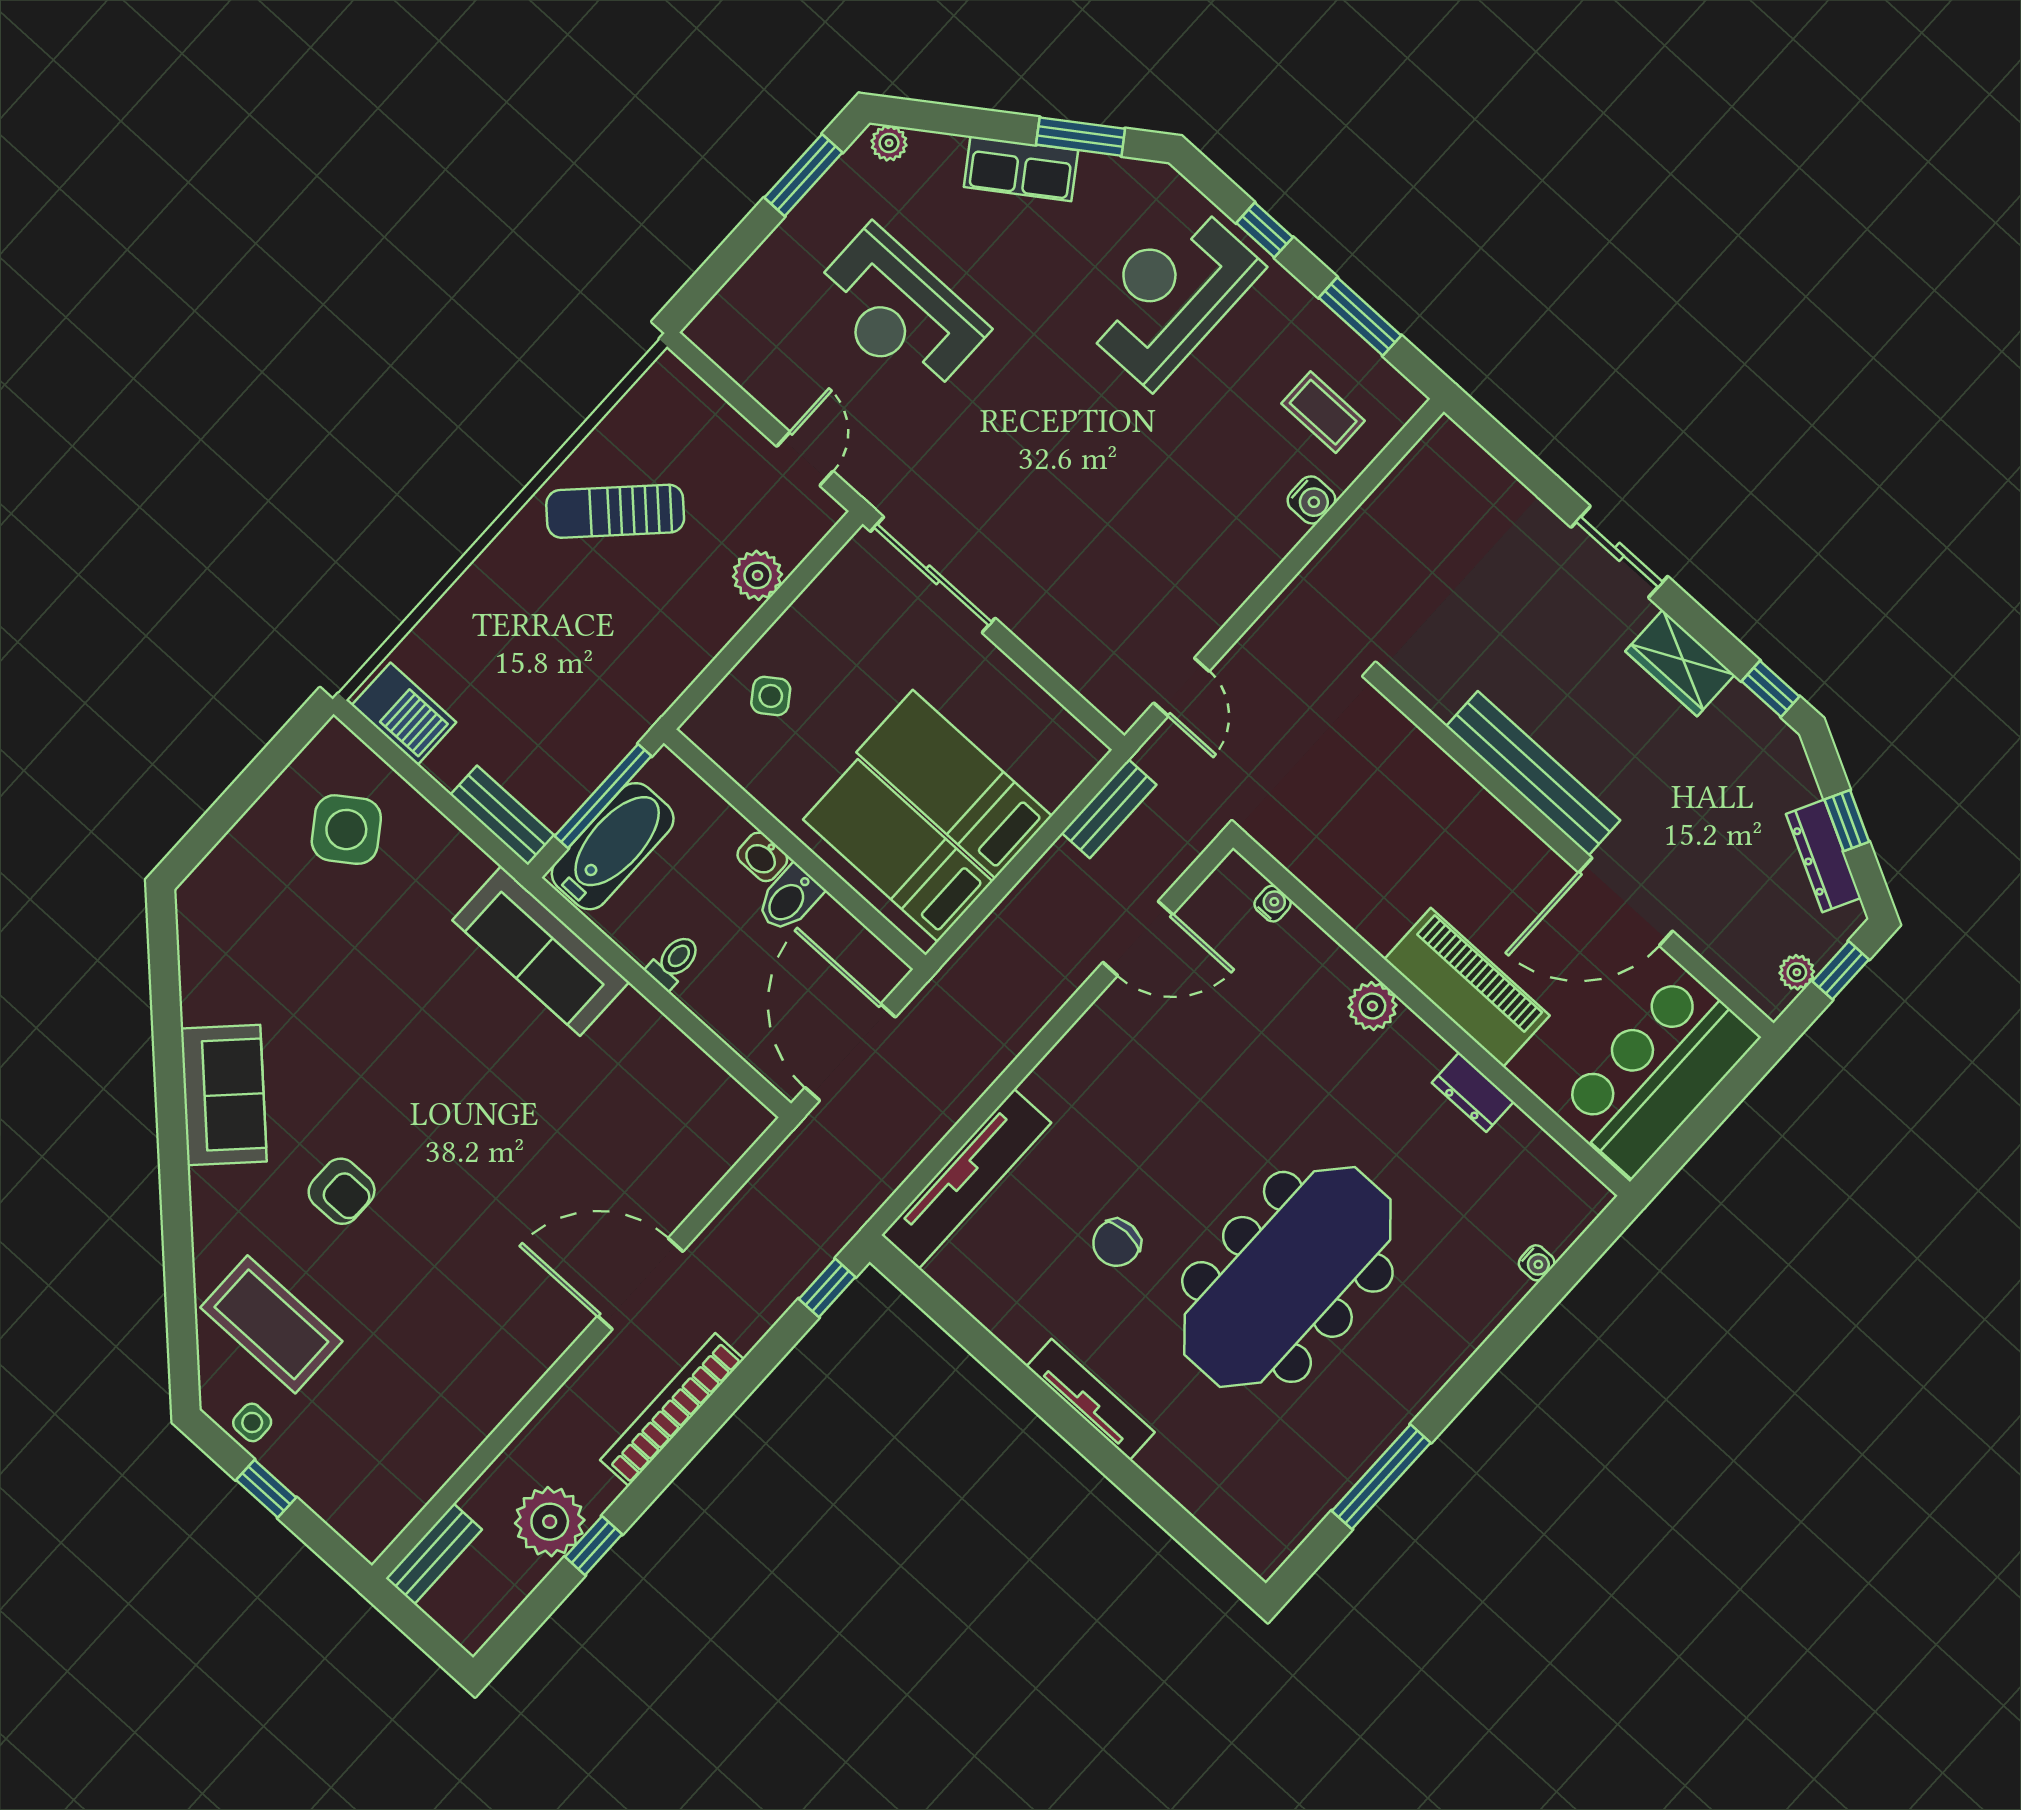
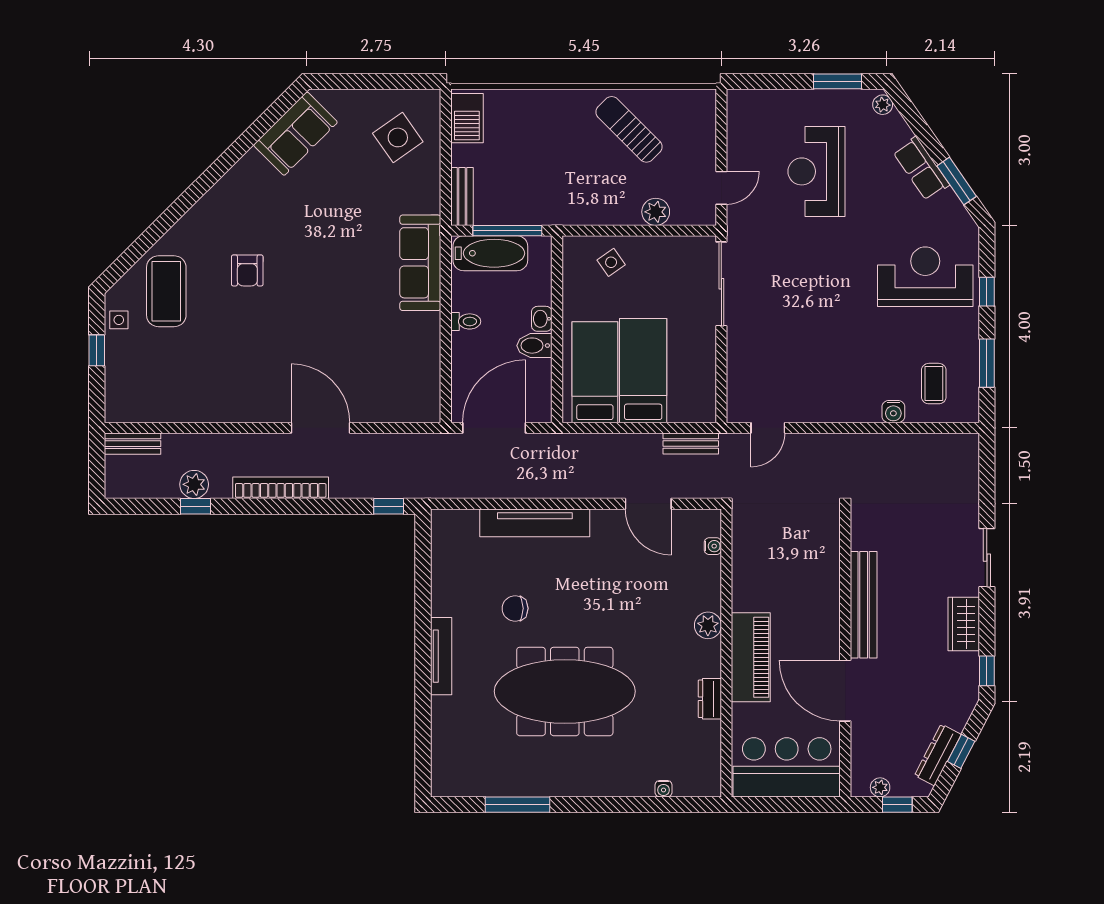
sofa: (224, 1095) -> (295, 134), moved
tv unit: (966, 1179) -> (535, 523), moved
plant: (550, 1522) -> (194, 484), width x0.73, depth x0.73

